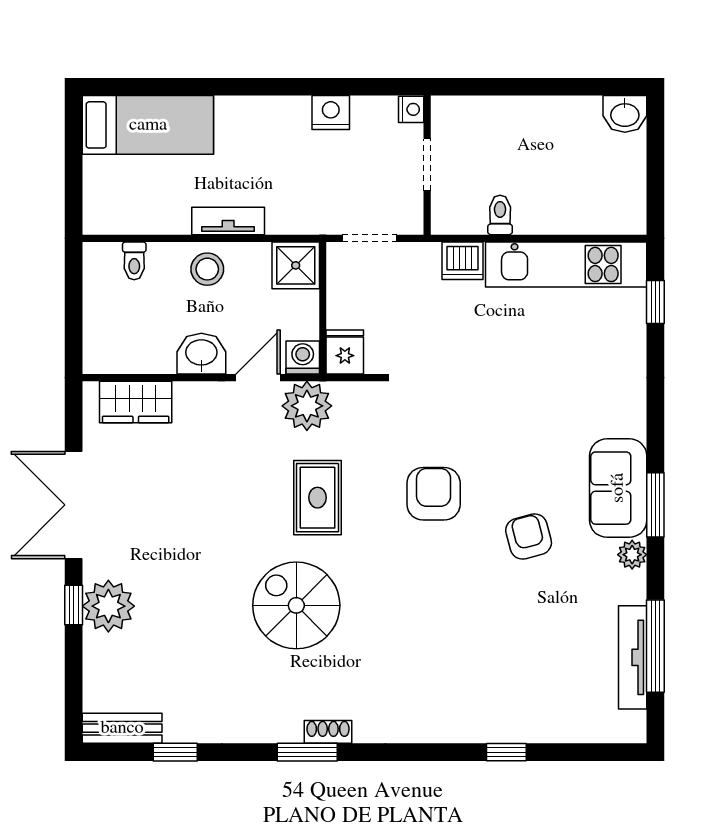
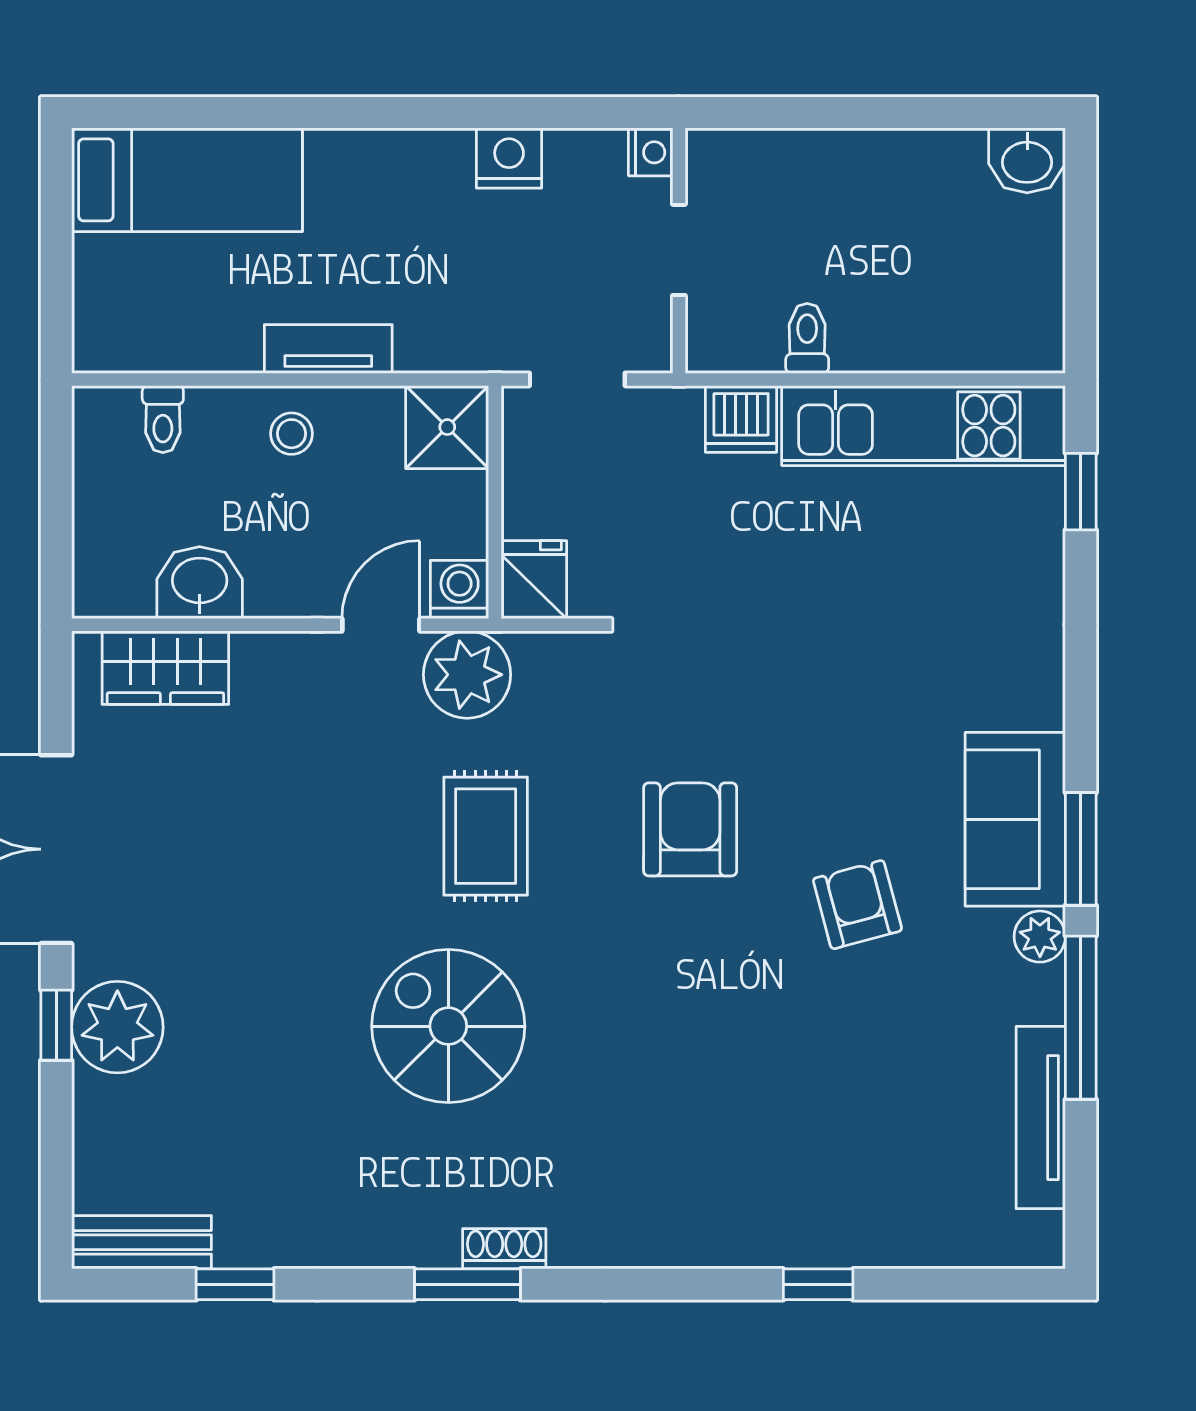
stool: (207, 269) -> (291, 434), width x0.73, depth x0.73
washbasin: (201, 354) -> (200, 583), moved
window: (655, 646) -> (1081, 1018), moved

